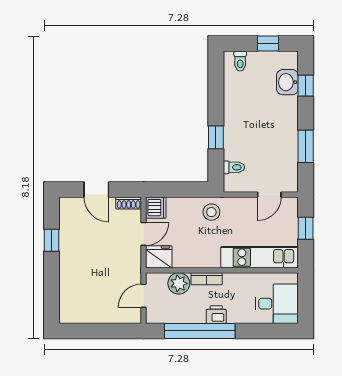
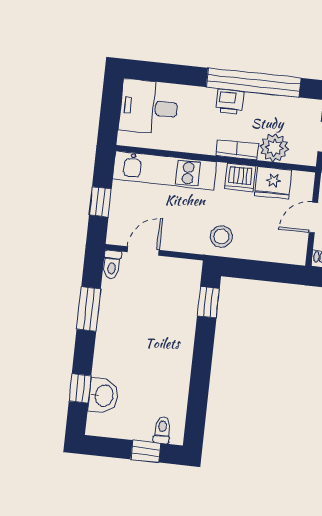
window: (268, 44) -> (146, 451), moved
window: (216, 137) -> (208, 302), moved
toilet: (234, 167) -> (112, 265), moved, turned -90
dishwasher: (156, 208) -> (240, 178), moved, turned -90
fridge: (159, 257) -> (273, 183), moved

